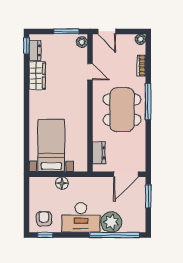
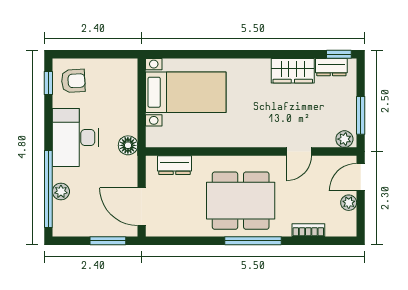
plant: (140, 39) -> (349, 203), moved
floor lamp: (62, 183) -> (128, 145), moved
plant: (111, 222) -> (61, 192), width x0.53, depth x0.53

